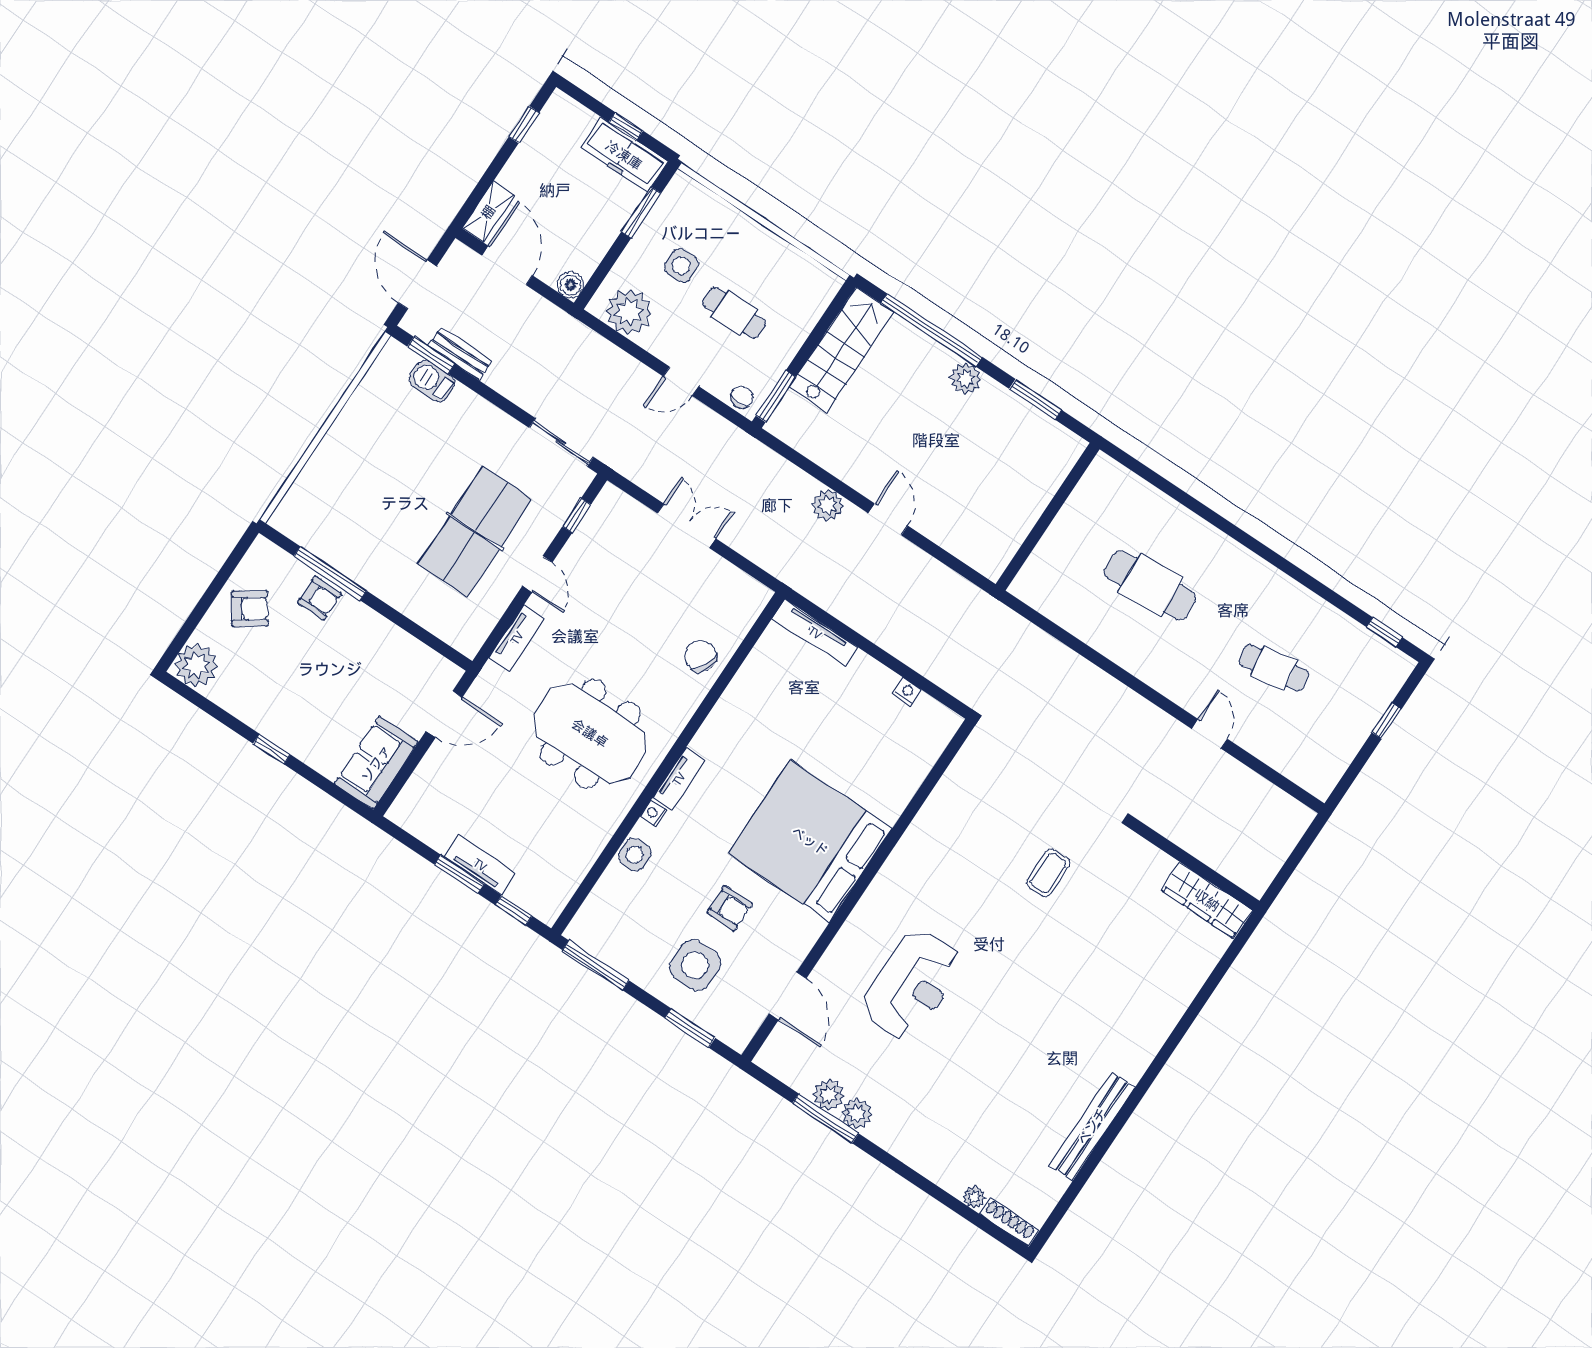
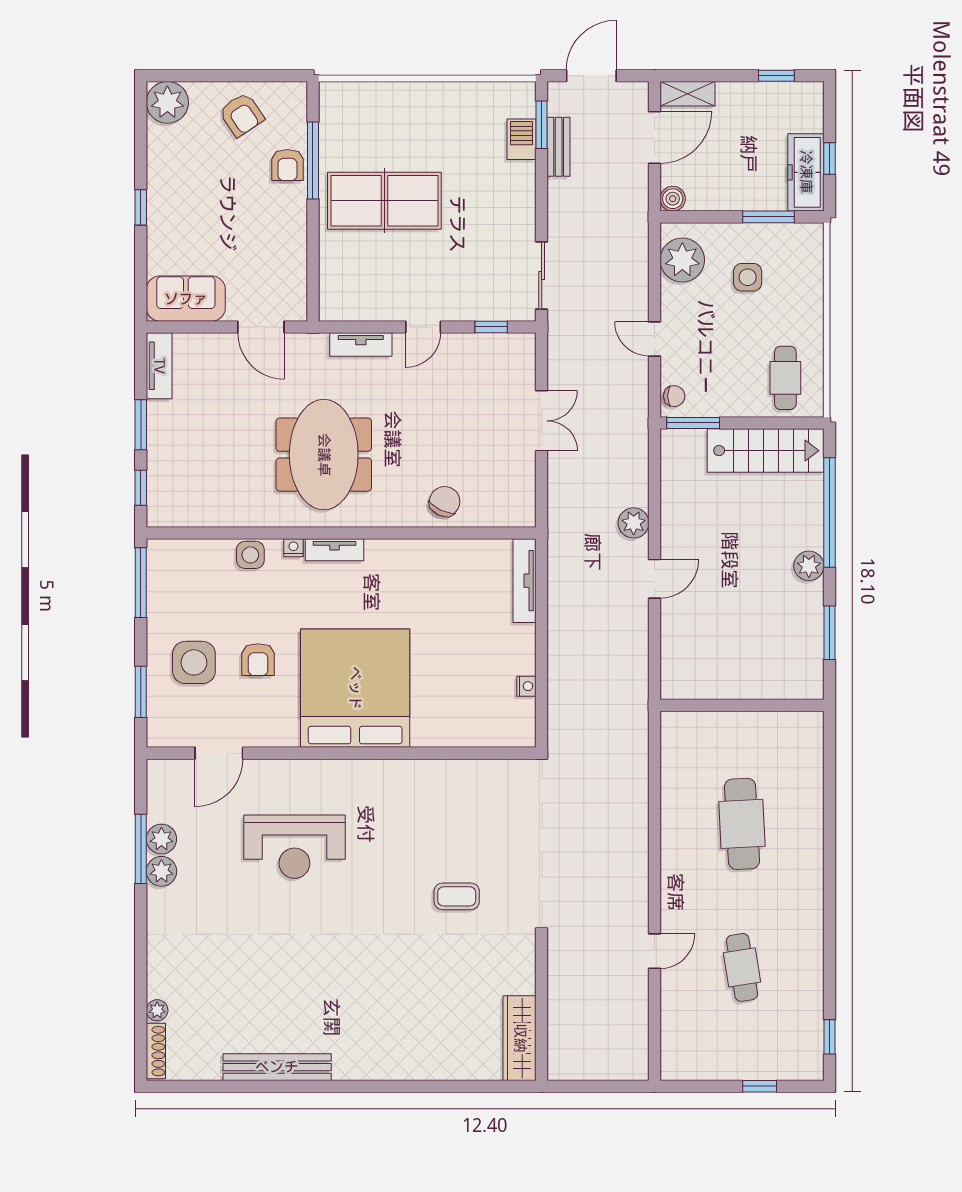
cafe table: (734, 313) -> (785, 378), moved
table tennis table: (475, 532) -> (384, 201), moved
tv unit: (480, 865) -> (159, 366), moved

